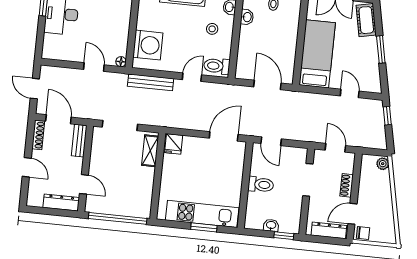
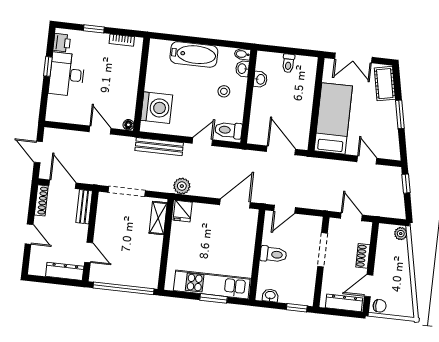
plant: (173, 120) -> (182, 186), added
door: (271, 141) -> (284, 209), hinge flipped
washbasin: (271, 225) -> (270, 295), moved

